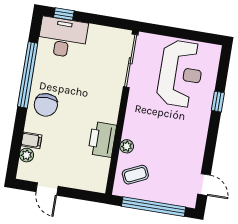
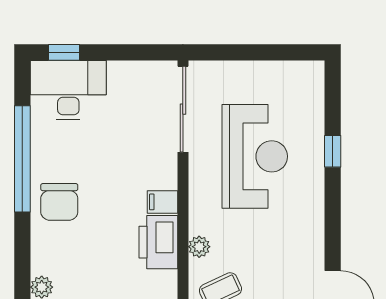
reception desk: (181, 74) -> (255, 156), moved
filing cabinet: (31, 140) -> (162, 202), moved, turned 180

